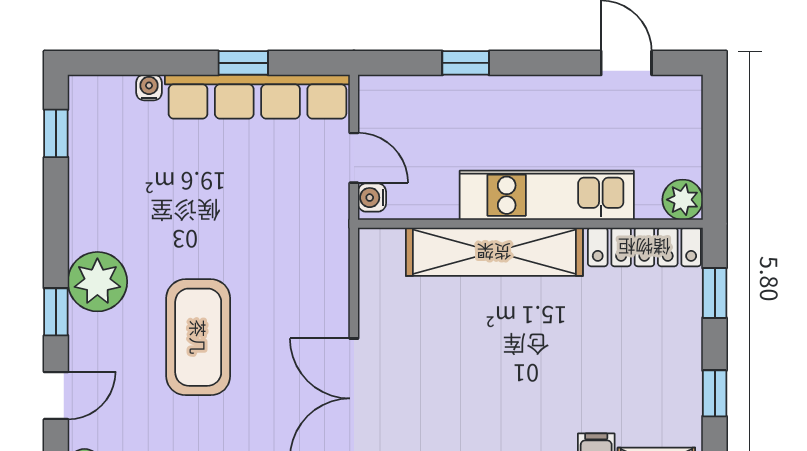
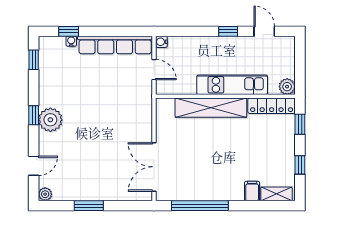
window: (243, 63) -> (69, 31), moved
window: (466, 63) -> (228, 31), moved
water cooler: (372, 198) -> (161, 42), moved
window: (56, 312) -> (34, 115), moved
coffee table: (198, 337) -> (91, 142), removed

